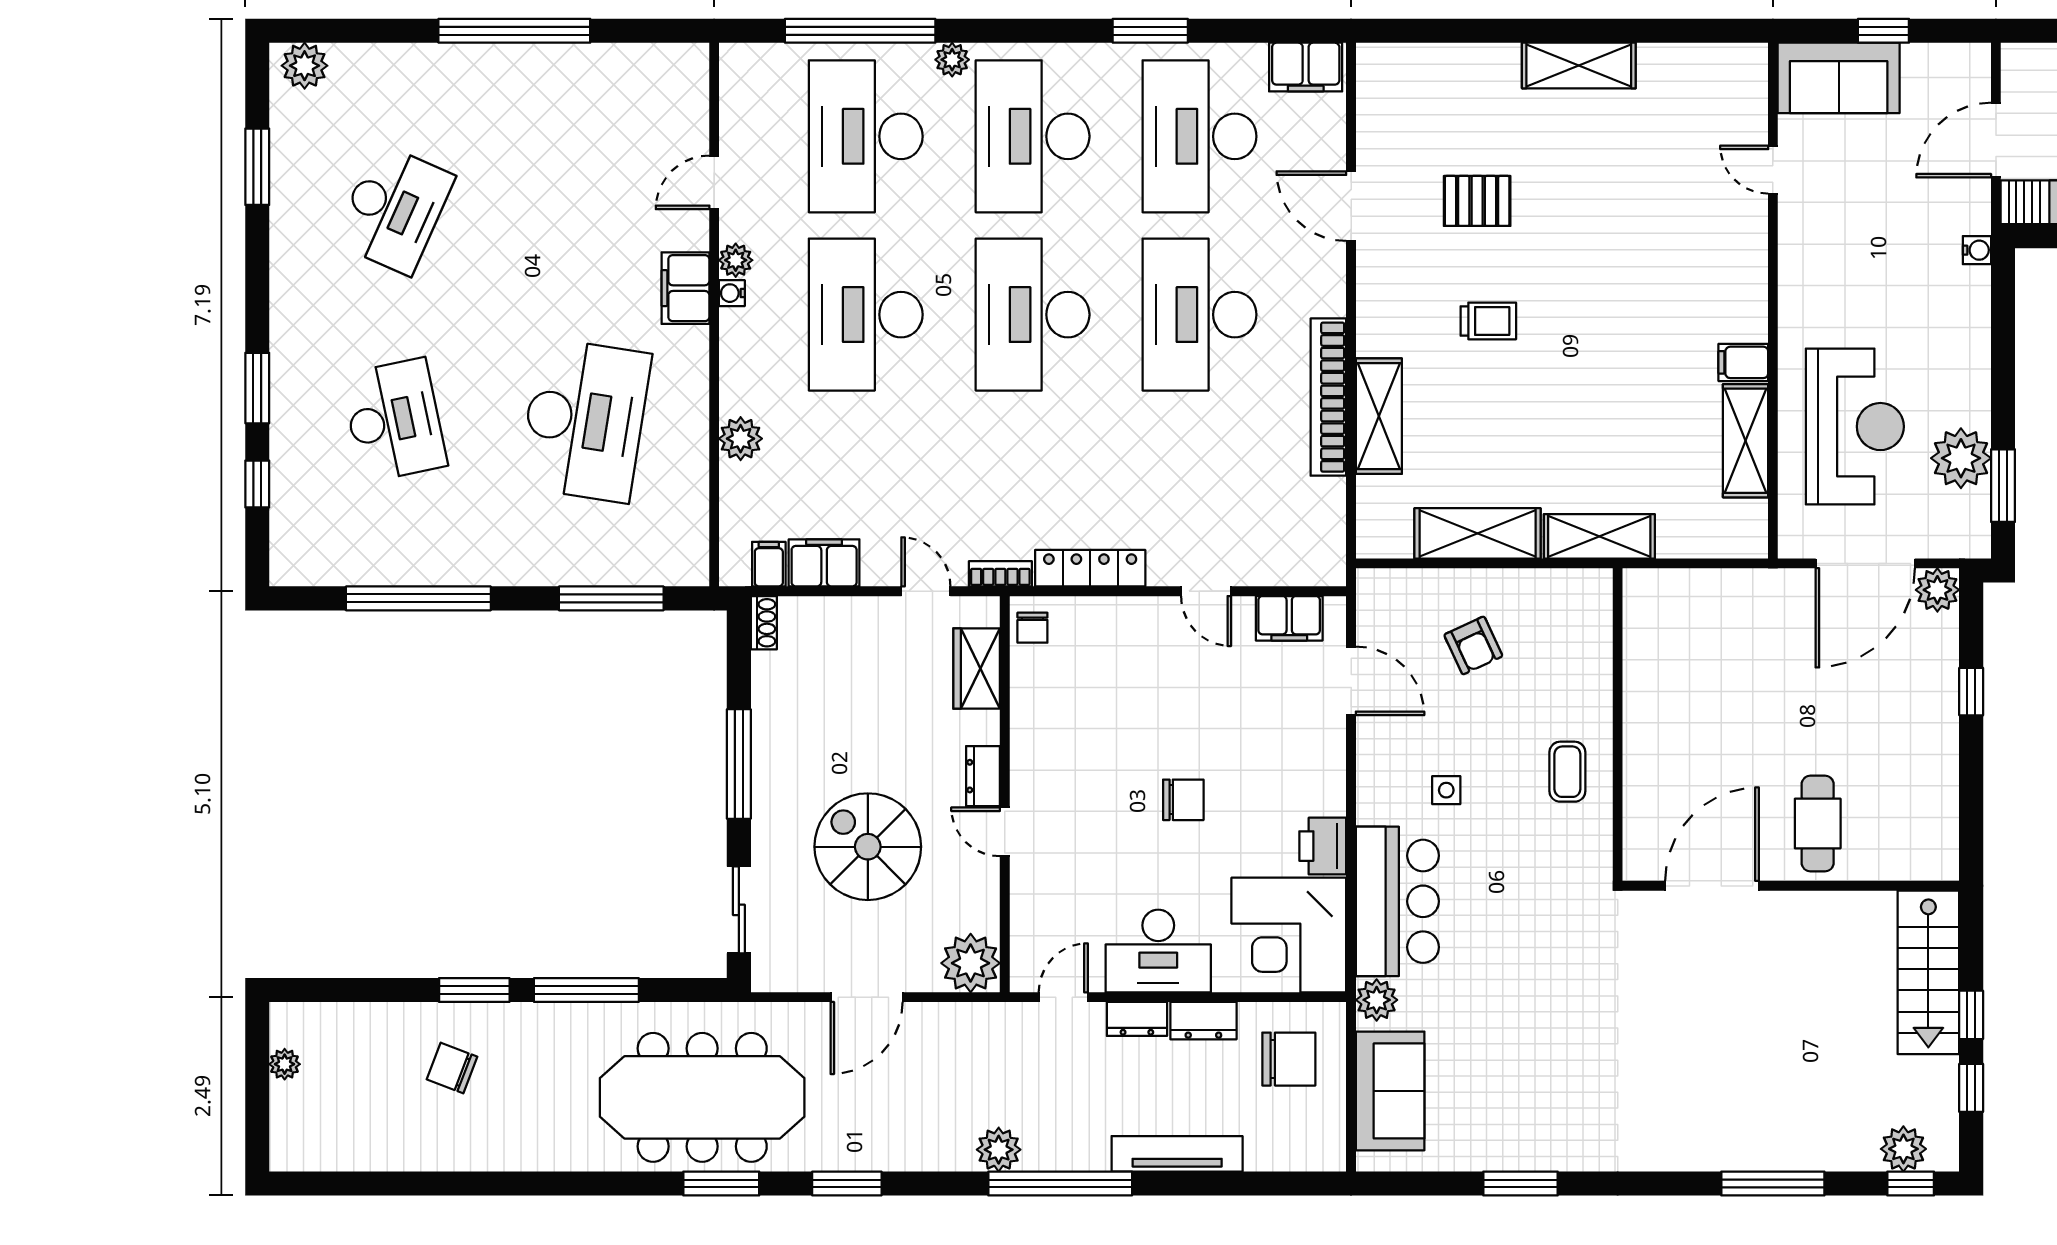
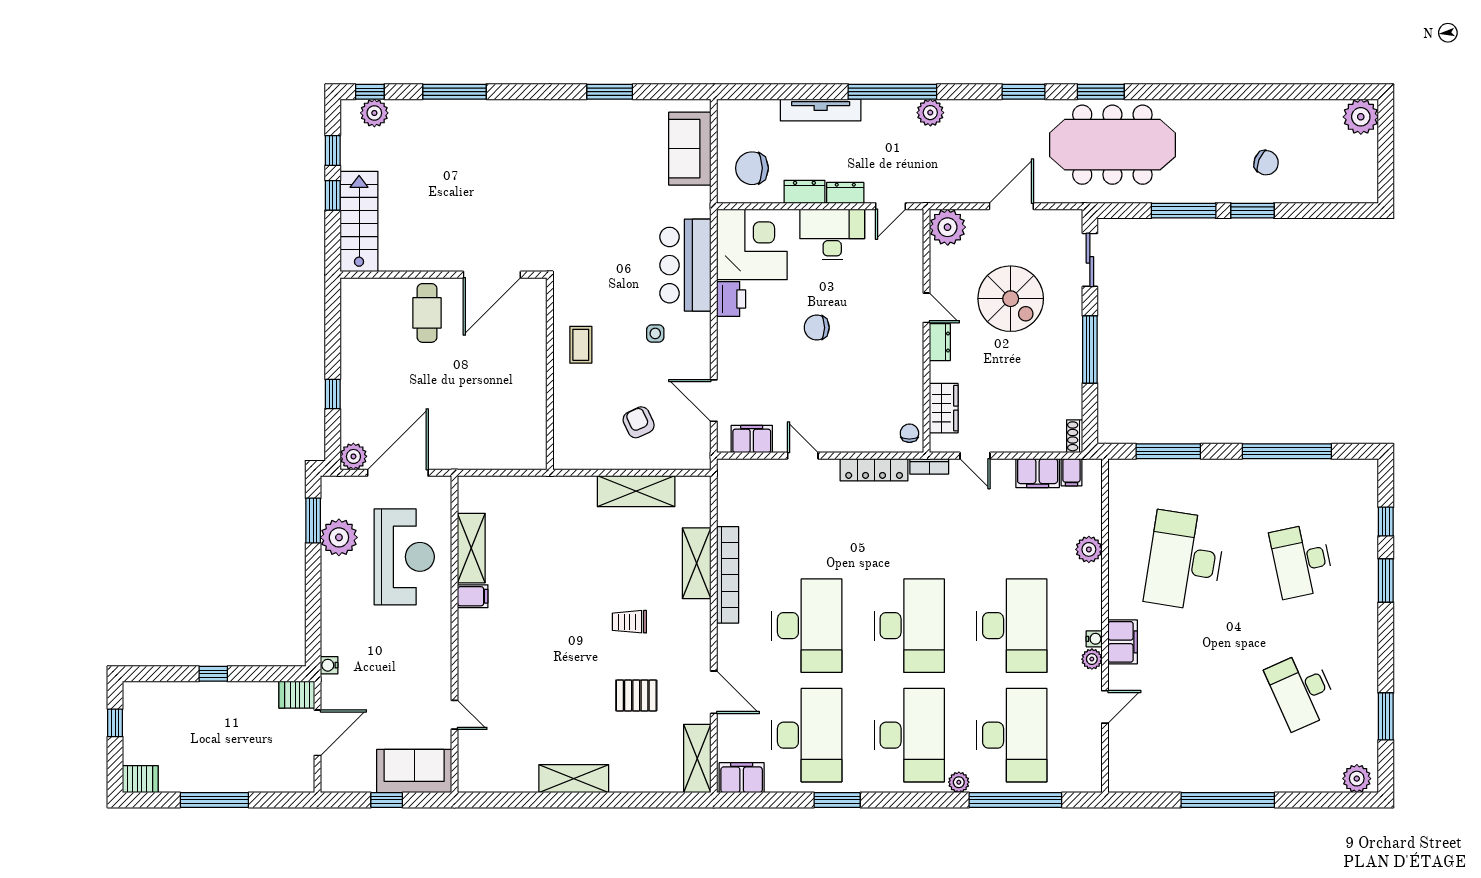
desk: (394, 209) -> (1302, 690), turned -48
reception desk: (1855, 427) -> (404, 557), turned 180
shelving: (1599, 536) -> (697, 759), moved, turned 90
plant: (1377, 1000) -> (698, 204), removed
plant: (285, 1064) -> (1361, 117), moved, width x1.88, depth x1.88

